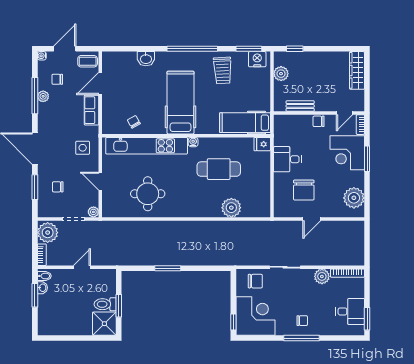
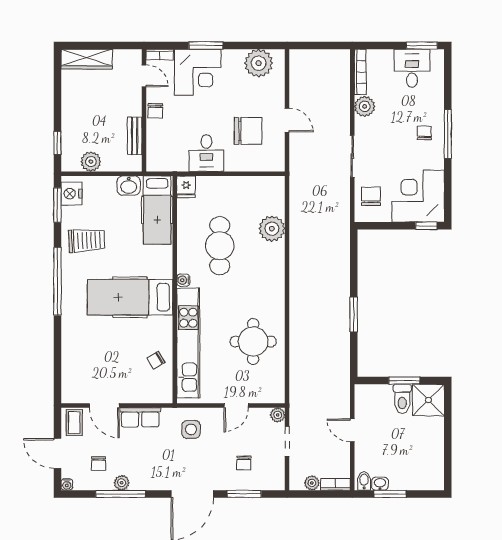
washbasin: (146, 59) -> (129, 186), moved, turned 90
plant: (48, 233) -> (312, 483), width x0.53, depth x0.53

